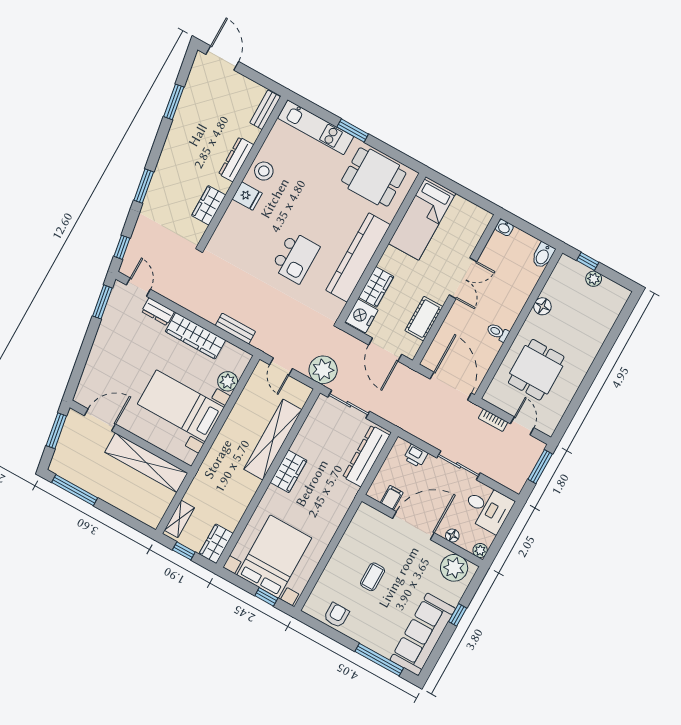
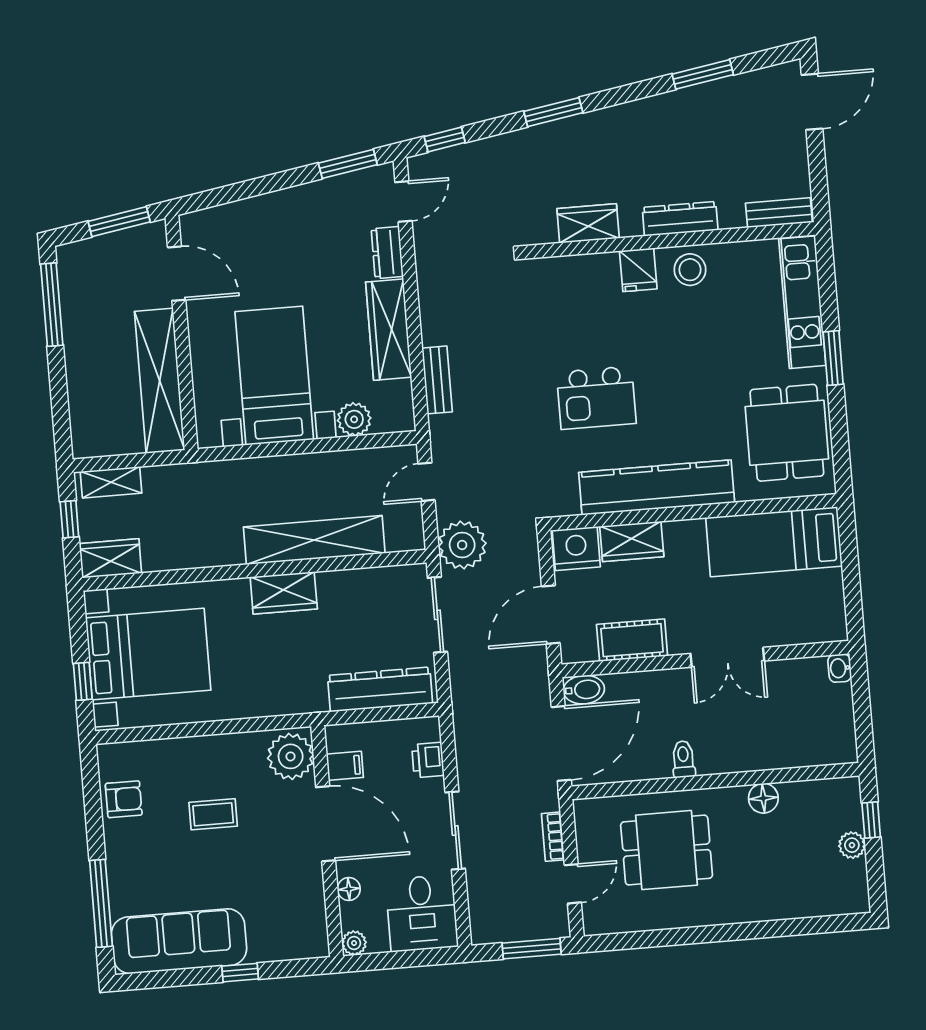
bidet: (543, 255) -> (584, 690), moved, turned 180
plant: (454, 568) -> (291, 756), moved

